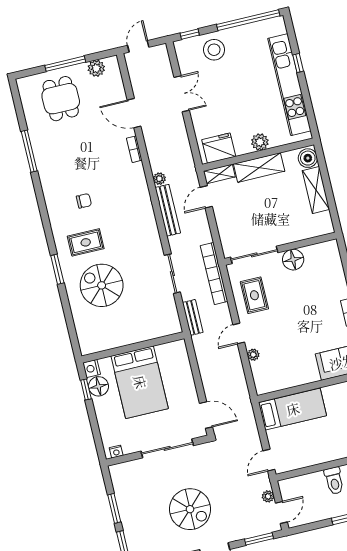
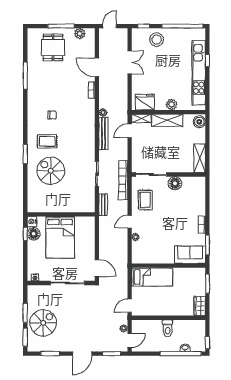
shelving: (316, 190) -> (200, 158), moved
spiral stairs: (190, 509) -> (43, 323), moved, turned -90

